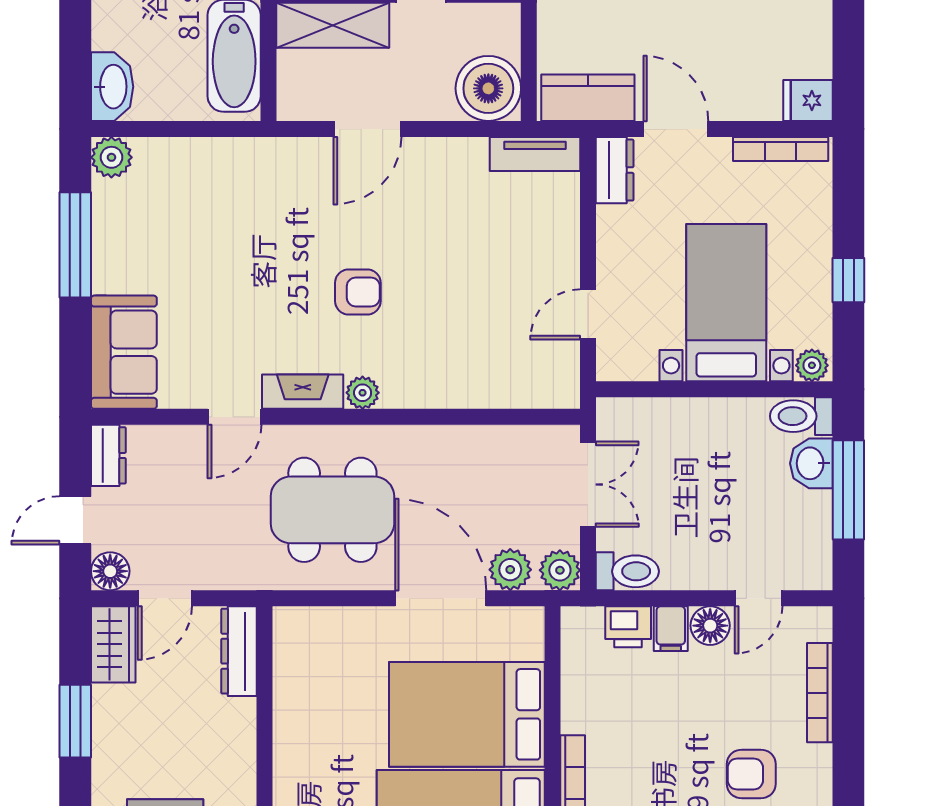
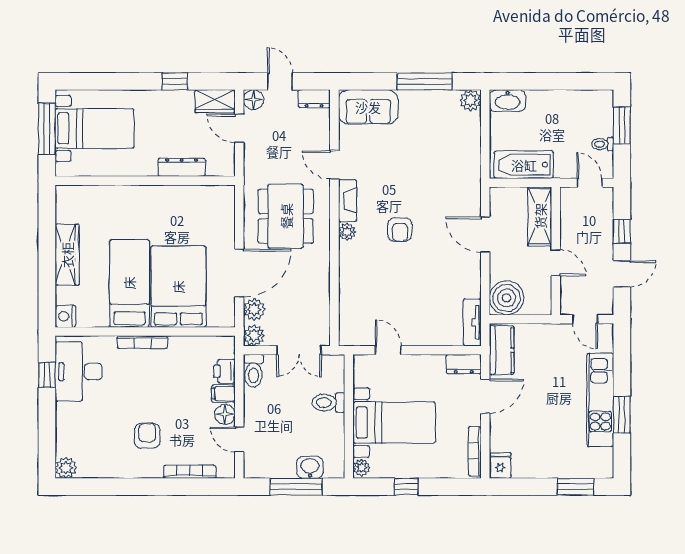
toilet: (801, 416) -> (328, 403), moved, turned -90
dresser: (239, 651) -> (182, 167), moved
window: (75, 721) -> (175, 81), width x0.67

